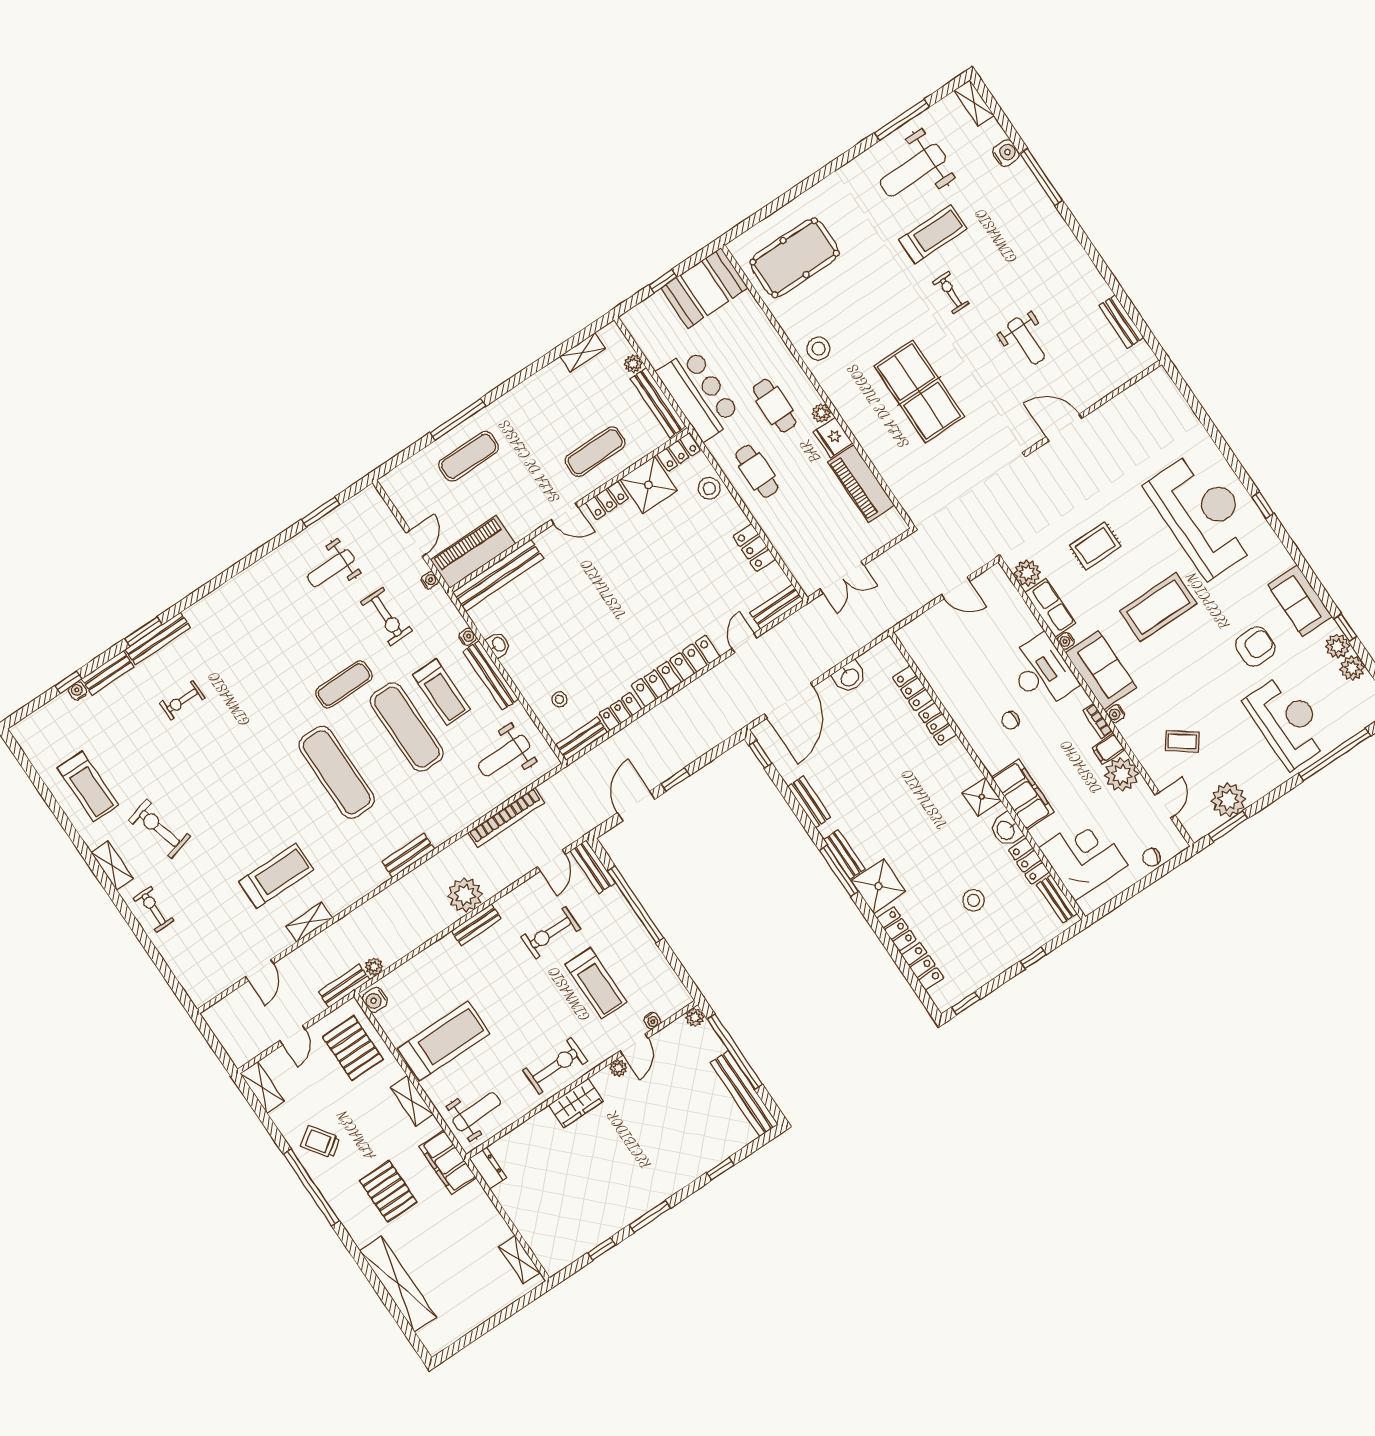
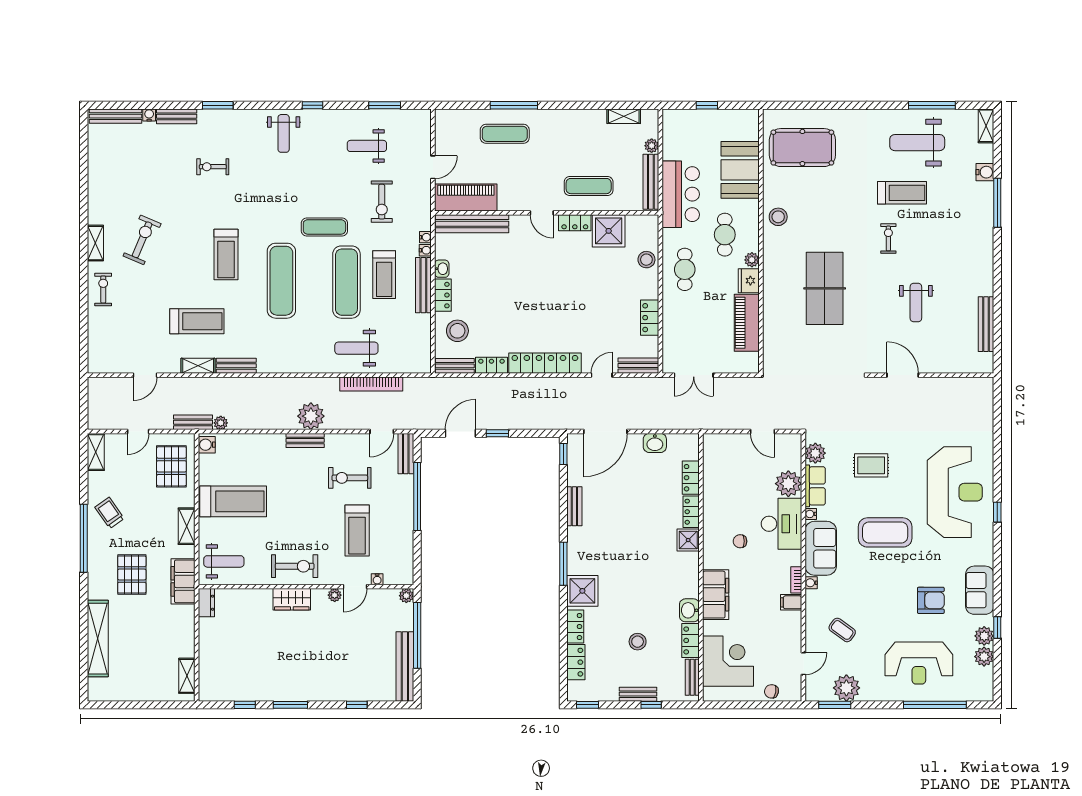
booth: (704, 288) -> (740, 170), moved, turned 90
bench: (1121, 321) -> (986, 324), width x1.36
locker: (679, 452) -> (443, 295), moved, turned -90
water cooler: (430, 580) -> (425, 237), moved
weight bench: (234, 614) -> (284, 133), added
bench: (158, 638) -> (115, 116), moved
window: (68, 682) -> (312, 105), moved
stool: (559, 699) -> (457, 331), width x1.89, depth x1.89
reception desk: (1288, 722) -> (919, 663), turned 90
weight bench: (504, 756) -> (356, 348), moved
plant: (1122, 774) -> (788, 484), moved
treadmill: (88, 786) -> (226, 254), moved
shower: (982, 797) -> (688, 540), moved
exercise bike: (159, 829) -> (142, 240), turned 38
bench: (844, 854) -> (638, 694), moved, turned 90
bench: (408, 855) -> (236, 366), moved

